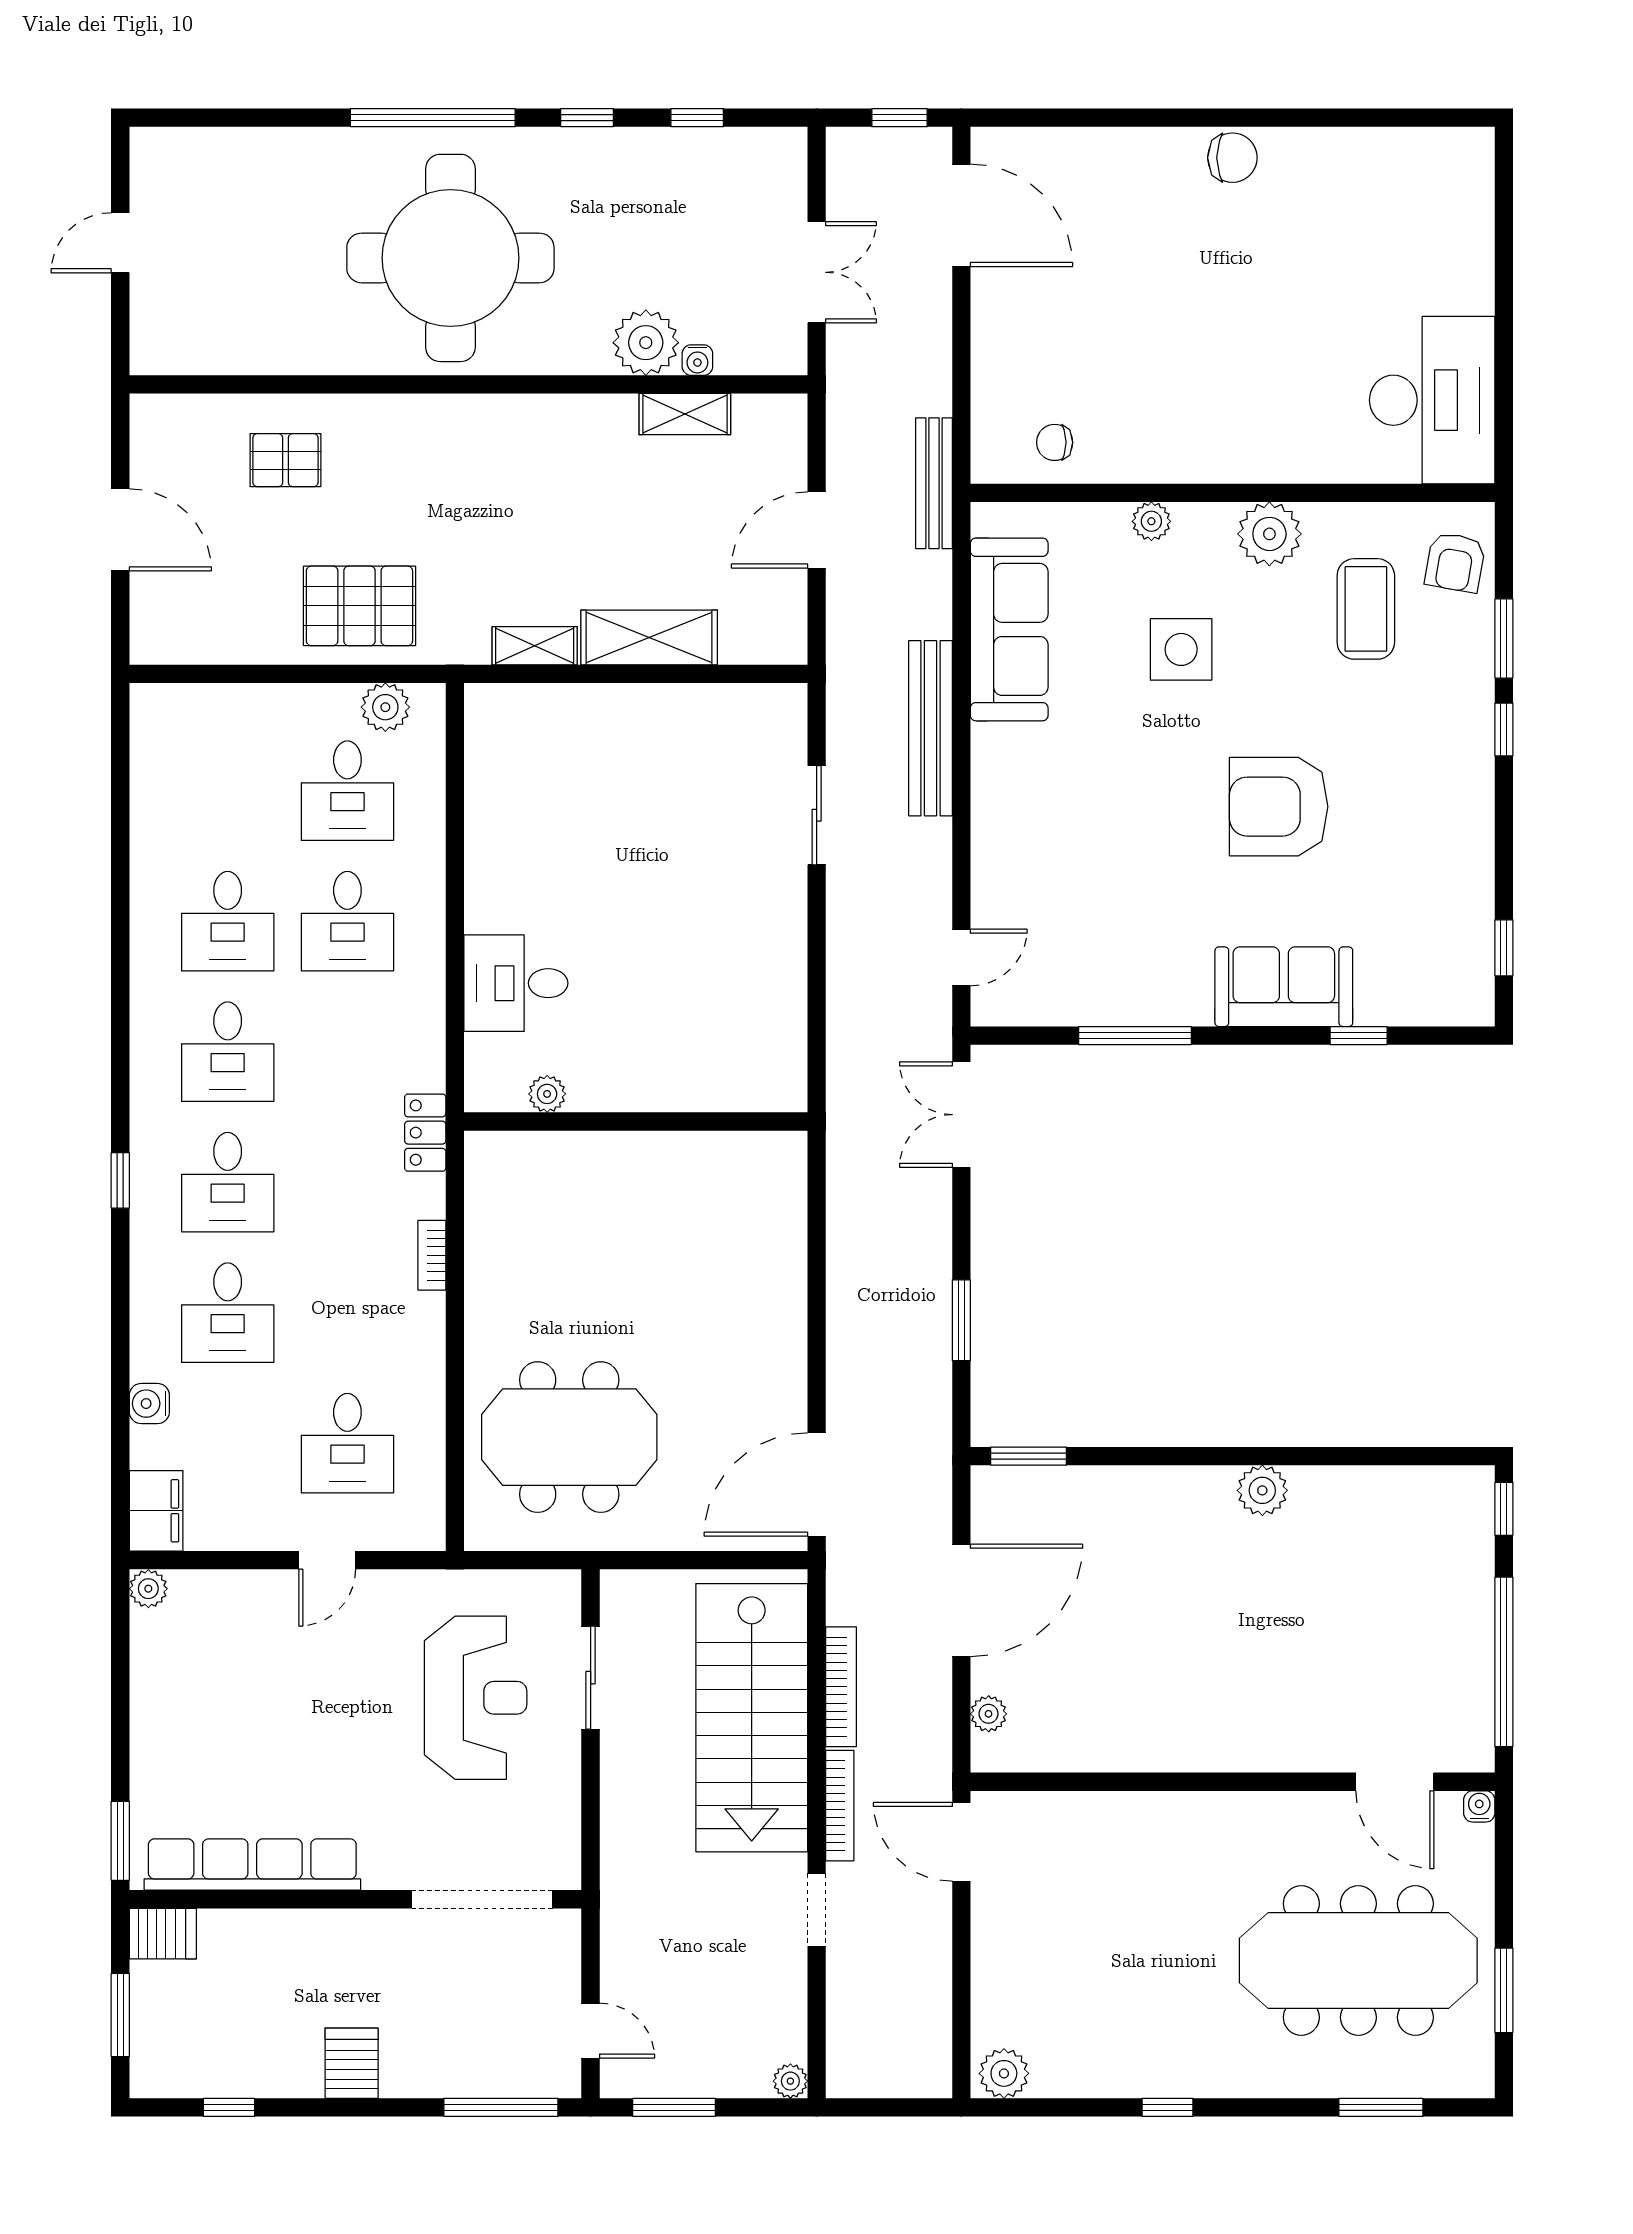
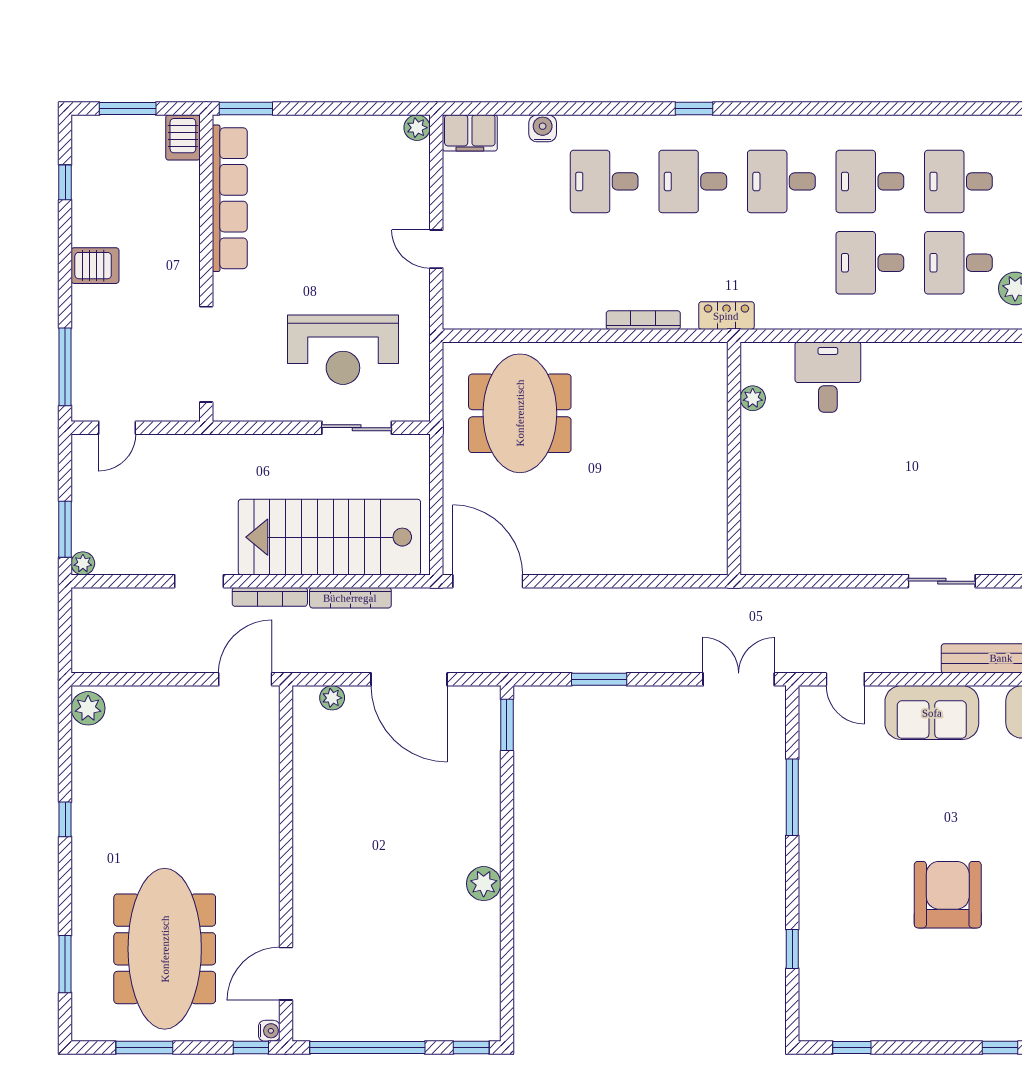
sofa: (1284, 987) -> (932, 713), moved, turned 90
bookcase: (432, 1255) -> (643, 320), width x1.56
desk: (347, 1443) -> (958, 181), moved
window: (1504, 1834) -> (251, 1048), added
window: (674, 2107) -> (65, 529), moved

